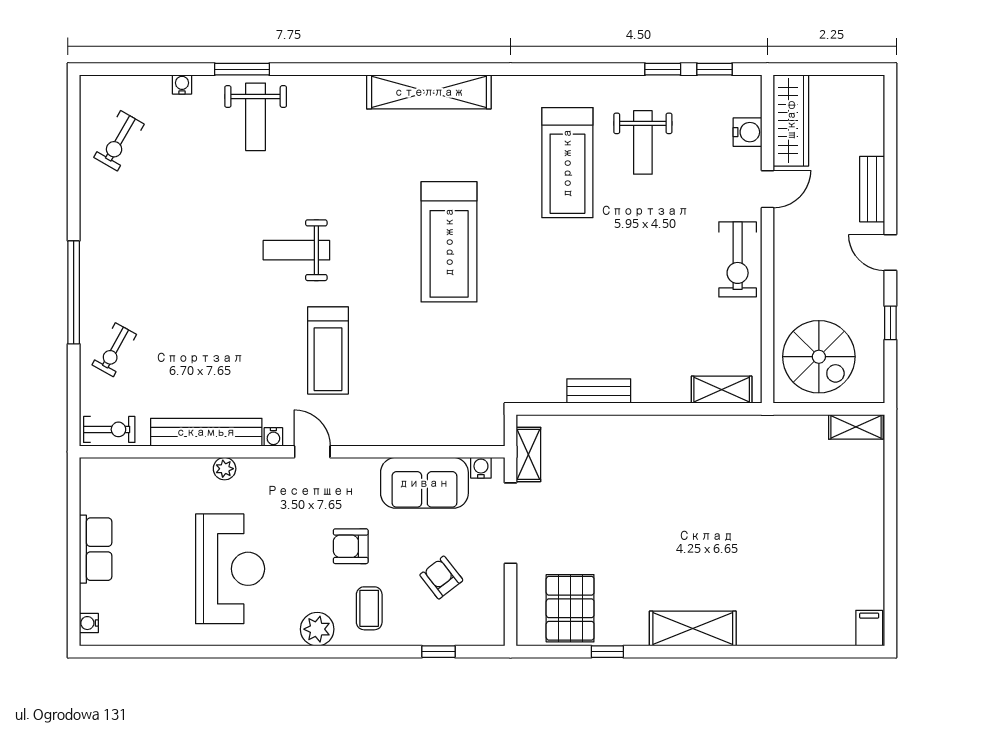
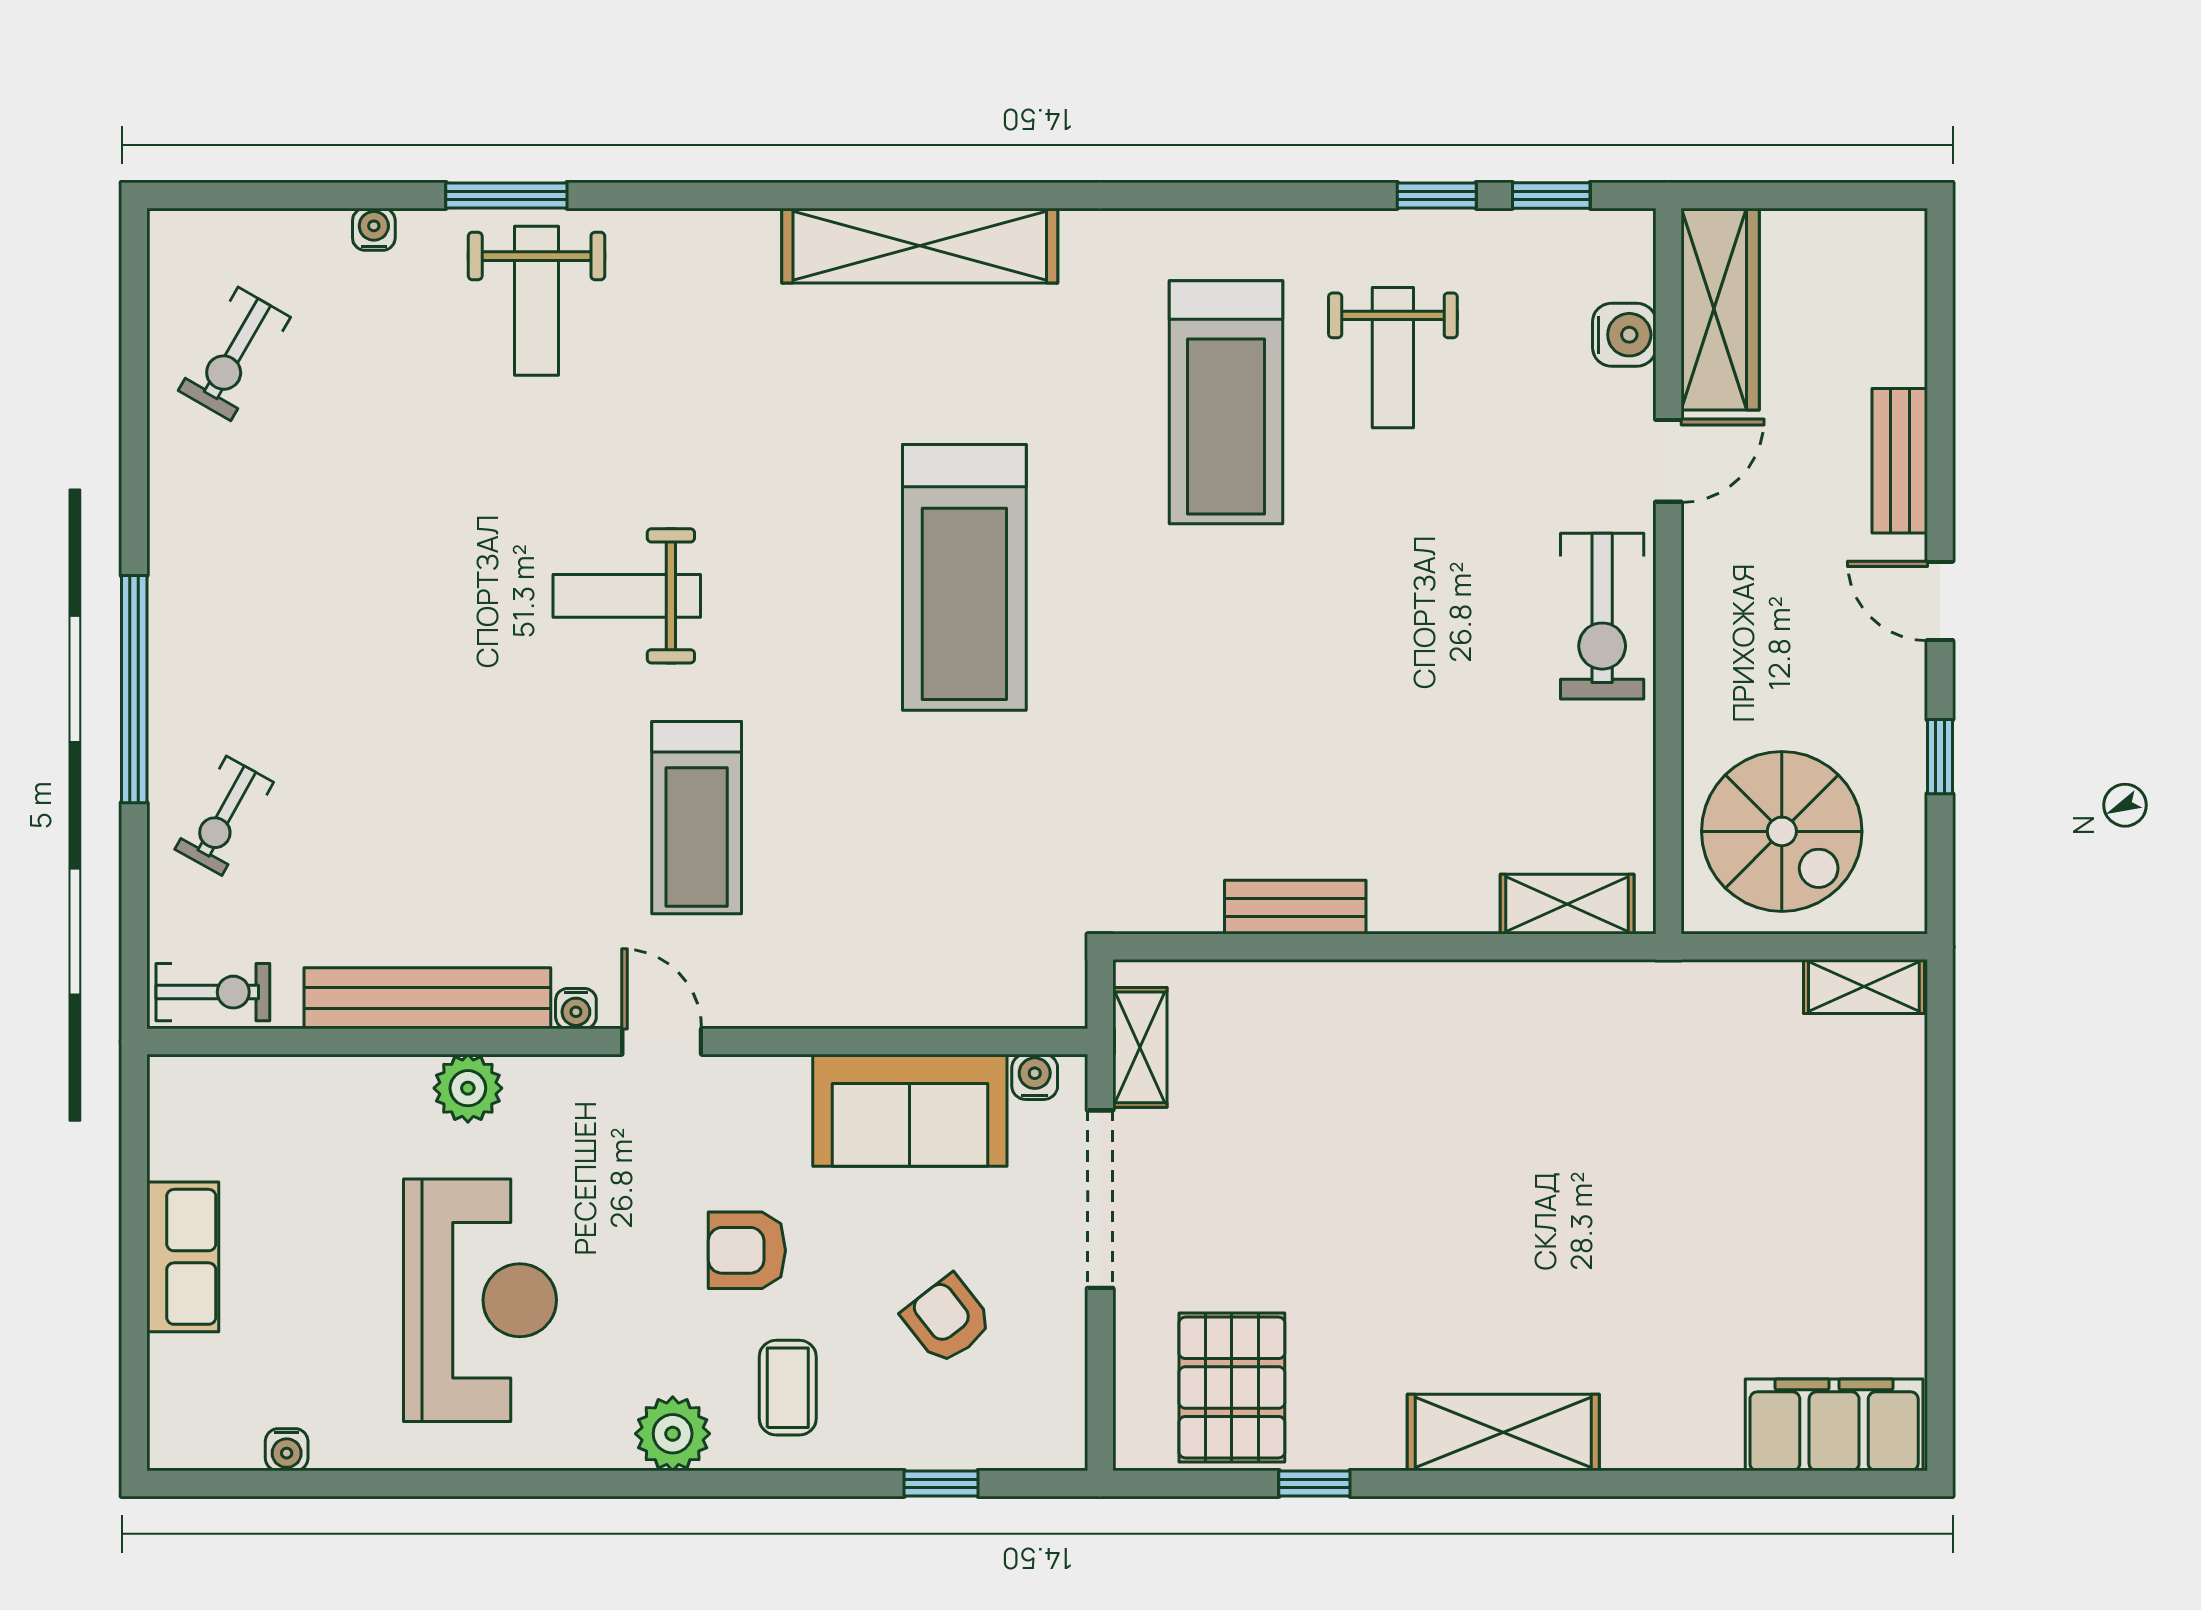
plant: (225, 469) -> (468, 1088), width x1.38, depth x1.38
water cooler: (89, 623) -> (287, 1450), moved, turned -90
filing cabinet: (869, 628) -> (1834, 1425), width x3.00, depth x1.17

